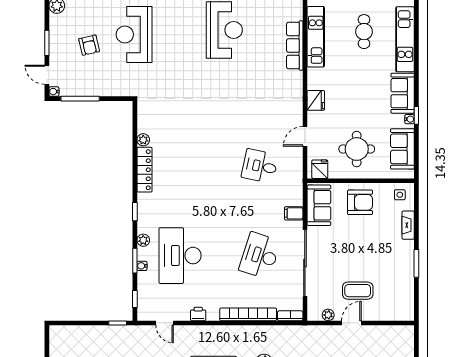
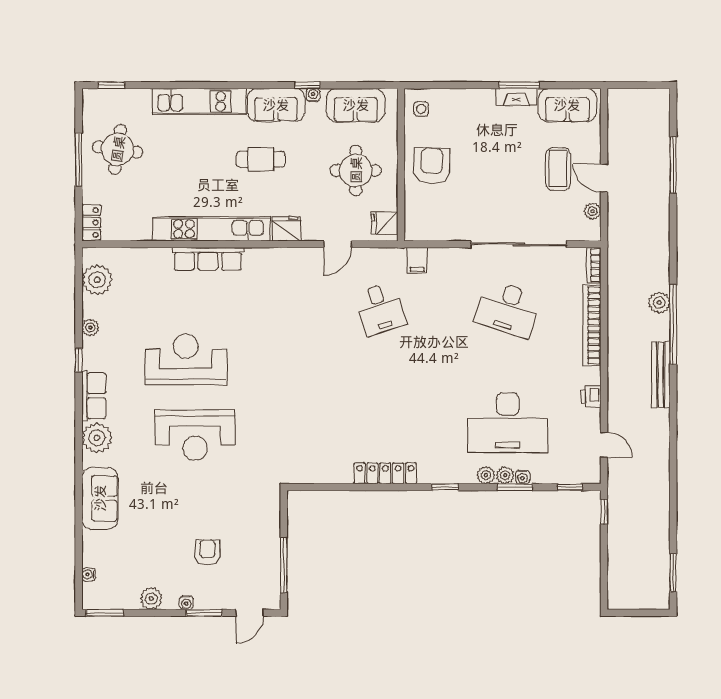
cafe table: (364, 32) -> (261, 159), moved
reception desk: (134, 34) -> (195, 435), moved
kitchen unit: (316, 37) -> (211, 229), width x1.36
armchair: (89, 45) -> (207, 552), turned -77
water cooler: (54, 92) -> (186, 603), moved
door: (305, 136) -> (338, 244), hinge flipped
plant: (143, 140) -> (505, 475), moved
desk: (260, 166) -> (380, 309), turned -30
sofa: (319, 205) -> (567, 105), moved, turned 180
filing cabinet: (294, 213) -> (417, 260), moved
fireplace: (408, 225) -> (516, 97), moved
door: (165, 323) -> (604, 445), hinge flipped

